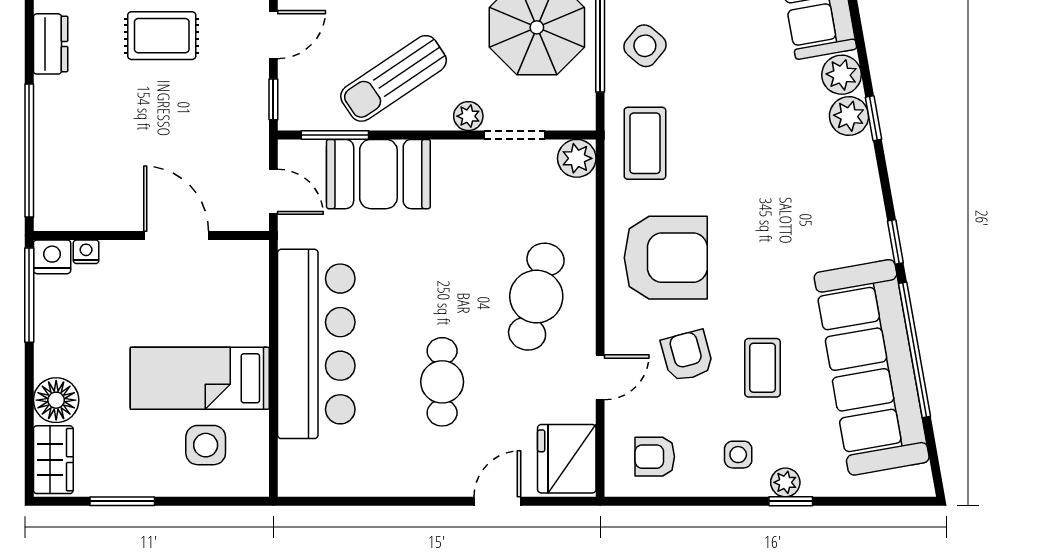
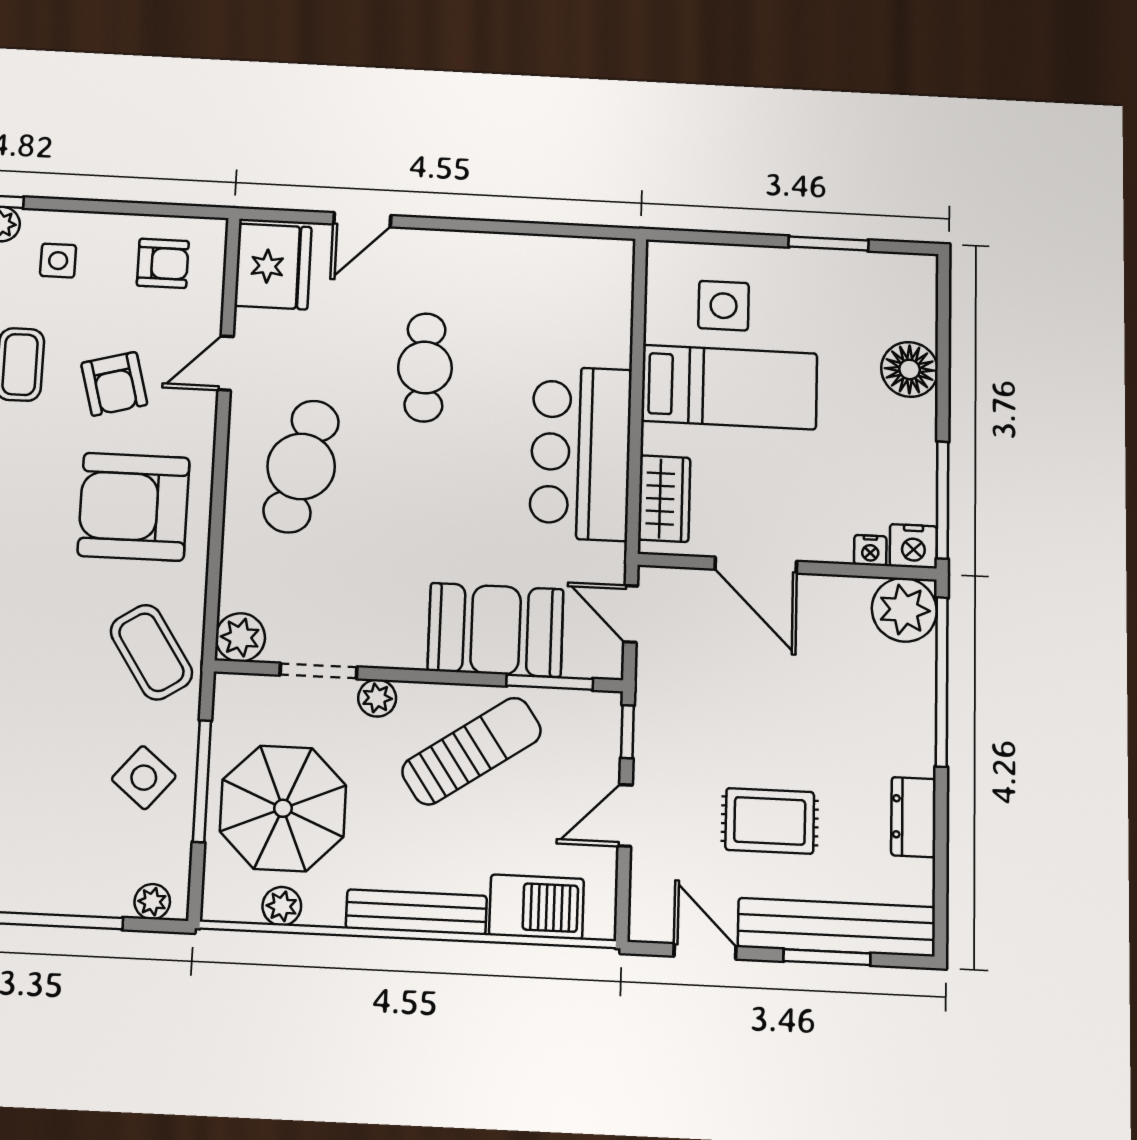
coffee table: (645, 143) -> (151, 652), turned -33
plant: (59, 206) -> (904, 610), added
bar counter: (316, 344) -> (581, 453), width x0.73
wardrobe: (53, 460) -> (664, 499), moved, turned 180

